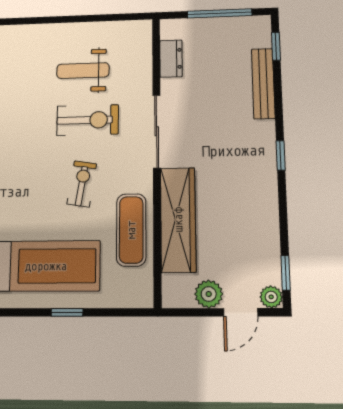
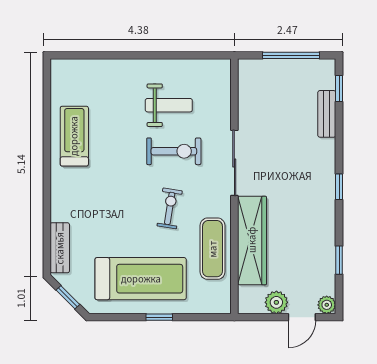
dresser: (171, 59) -> (247, 97), removed
weight bench: (83, 71) -> (169, 105), turned 180
bench: (263, 84) -> (327, 114), width x0.73
window: (286, 273) -> (339, 260), moved

